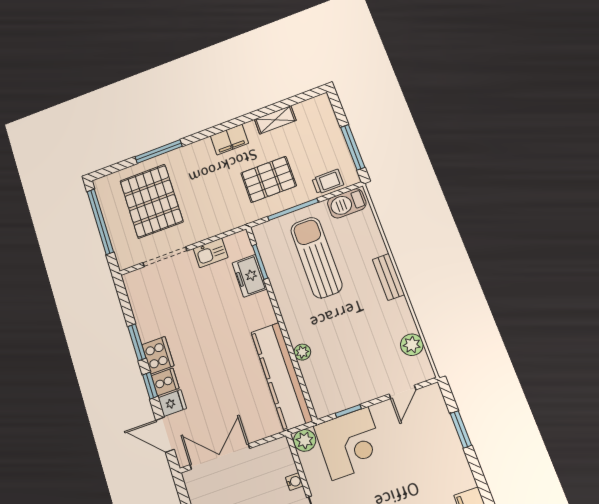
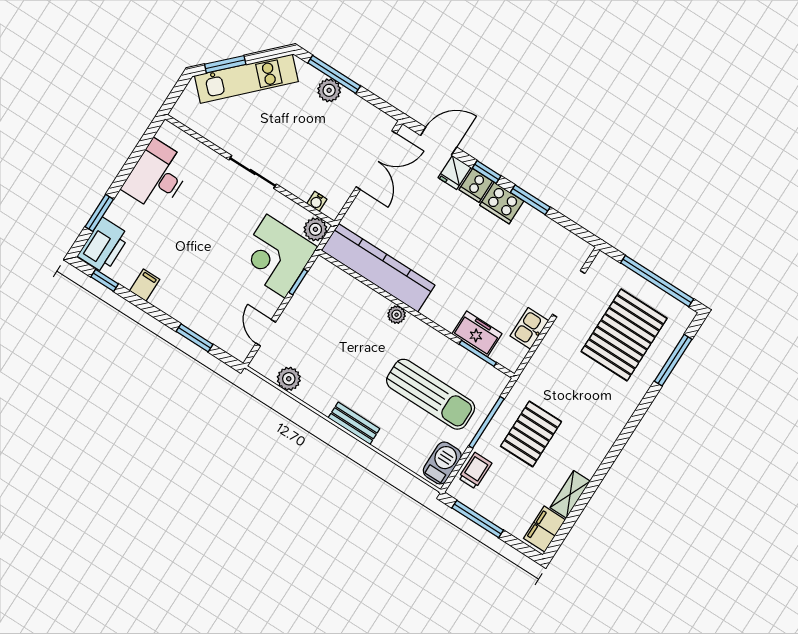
filing cabinet: (229, 140) -> (545, 529), moved
window: (159, 152) -> (673, 360), moved
trolley: (328, 182) -> (475, 471), turned 180
pallet: (151, 201) -> (624, 335), turned 90
plant: (302, 352) -> (397, 315), moved
water cooler: (294, 482) -> (317, 201), moved

